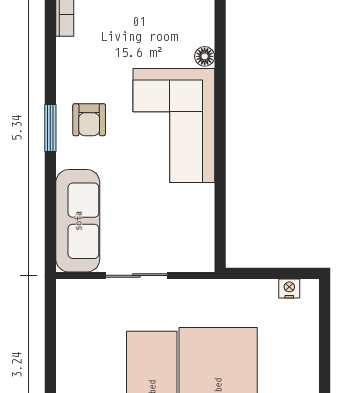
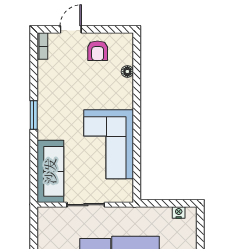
armchair: (89, 120) -> (98, 51), moved
corner sofa: (174, 126) -> (109, 144), moved

